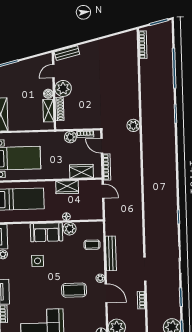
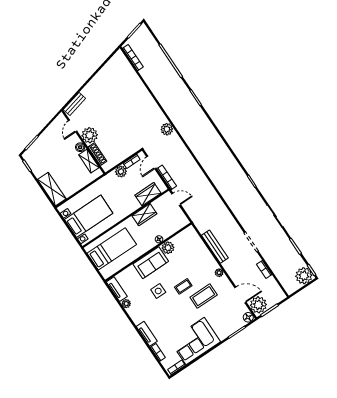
door: (102, 146) -> (151, 162), hinge flipped
coffee table: (92, 245) -> (183, 286), moved
door: (106, 293) -> (240, 295), moved

